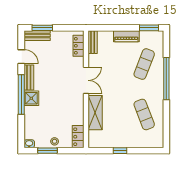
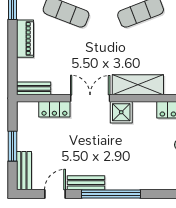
window: (42, 28) -> (12, 146), moved
locker: (78, 46) -> (54, 109), moved
shower: (31, 98) -> (121, 112), moved

